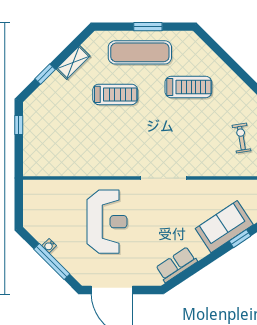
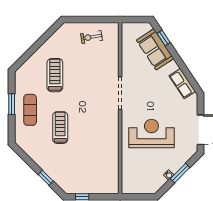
exercise mat: (140, 52) -> (30, 110), width x0.73, depth x0.69
shelving: (73, 62) -> (37, 158), removed
window: (52, 262) -> (180, 173), width x0.69

